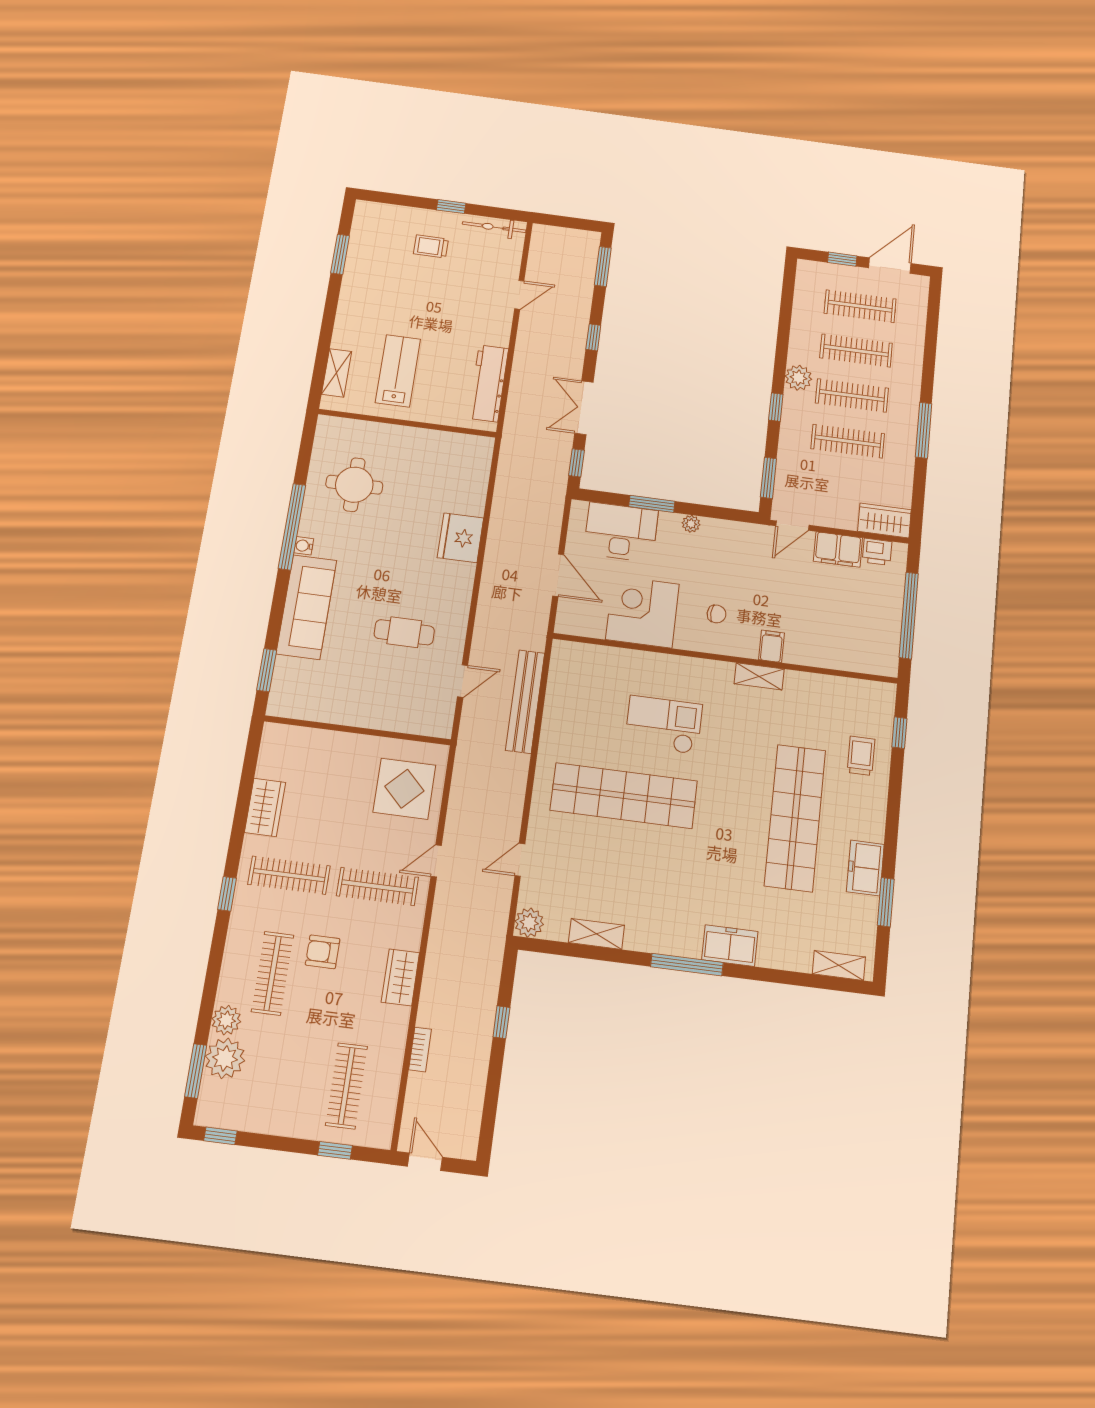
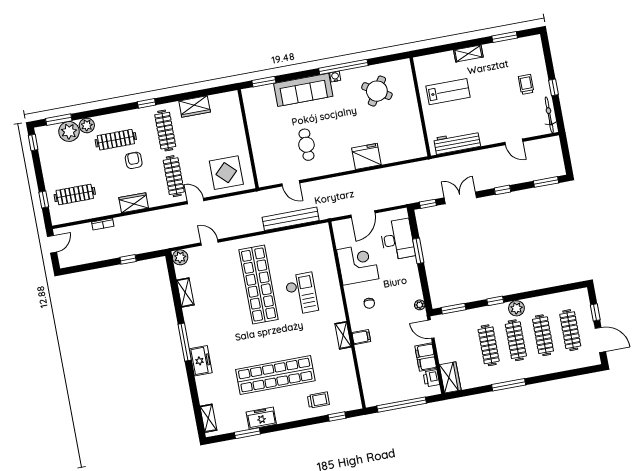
shelving: (337, 373) -> (468, 54), moved
round table: (354, 485) -> (377, 91), turned 32
plant: (691, 524) -> (420, 305), moved

